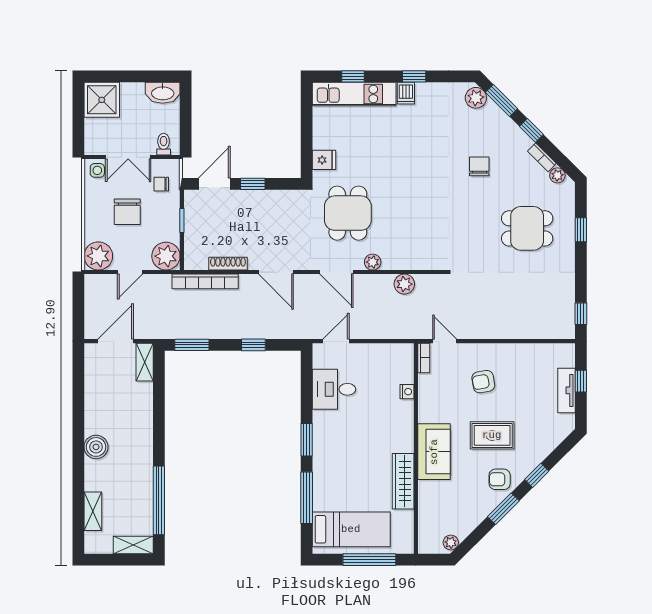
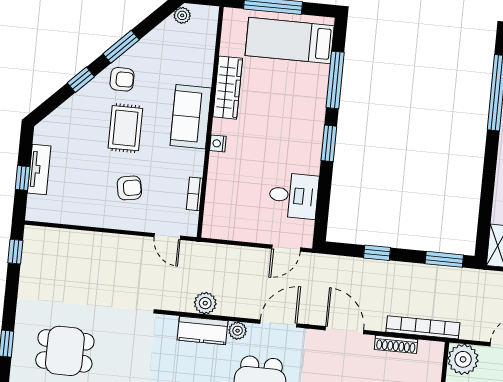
kitchen counter: (404, 259) -> (203, 330), added
door: (336, 272) -> (278, 324), hinge flipped
bookcase: (424, 358) -> (194, 194), moved
nightstand: (407, 392) -> (218, 143), moved
rug: (492, 435) -> (125, 128), turned 90

